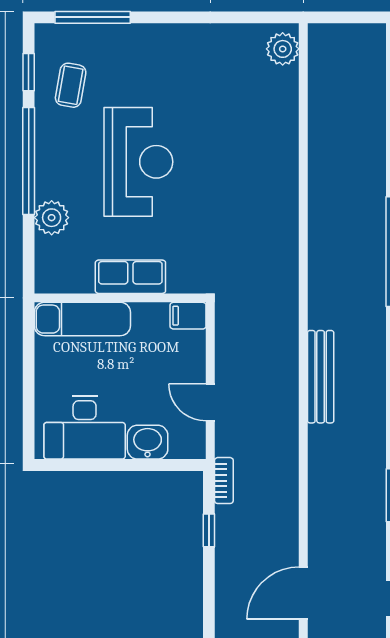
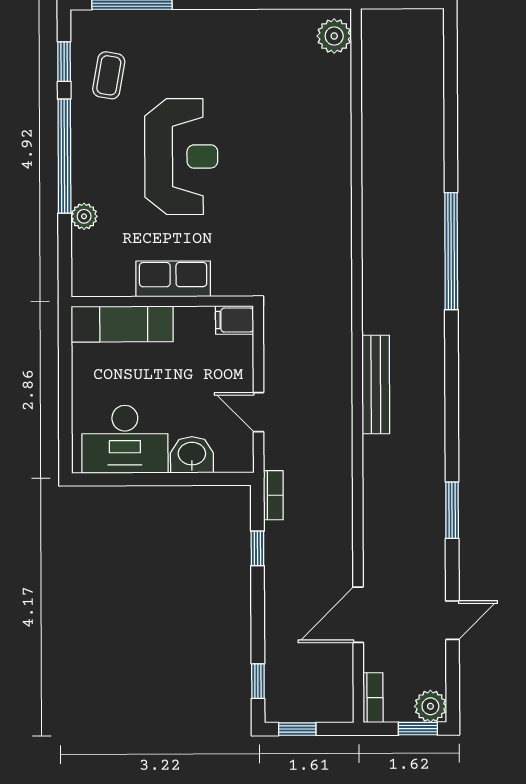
plant: (52, 218) -> (84, 216), width x0.73, depth x0.73

